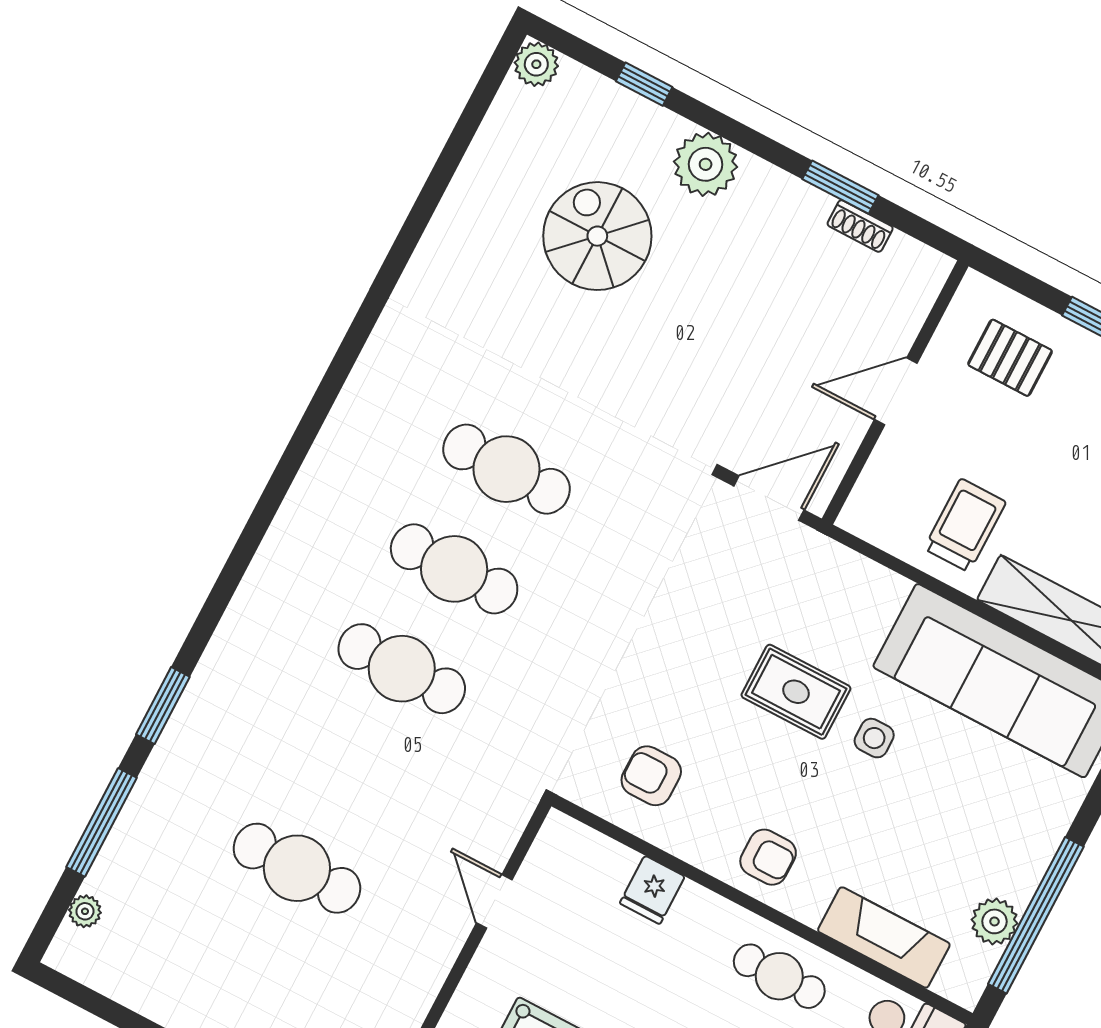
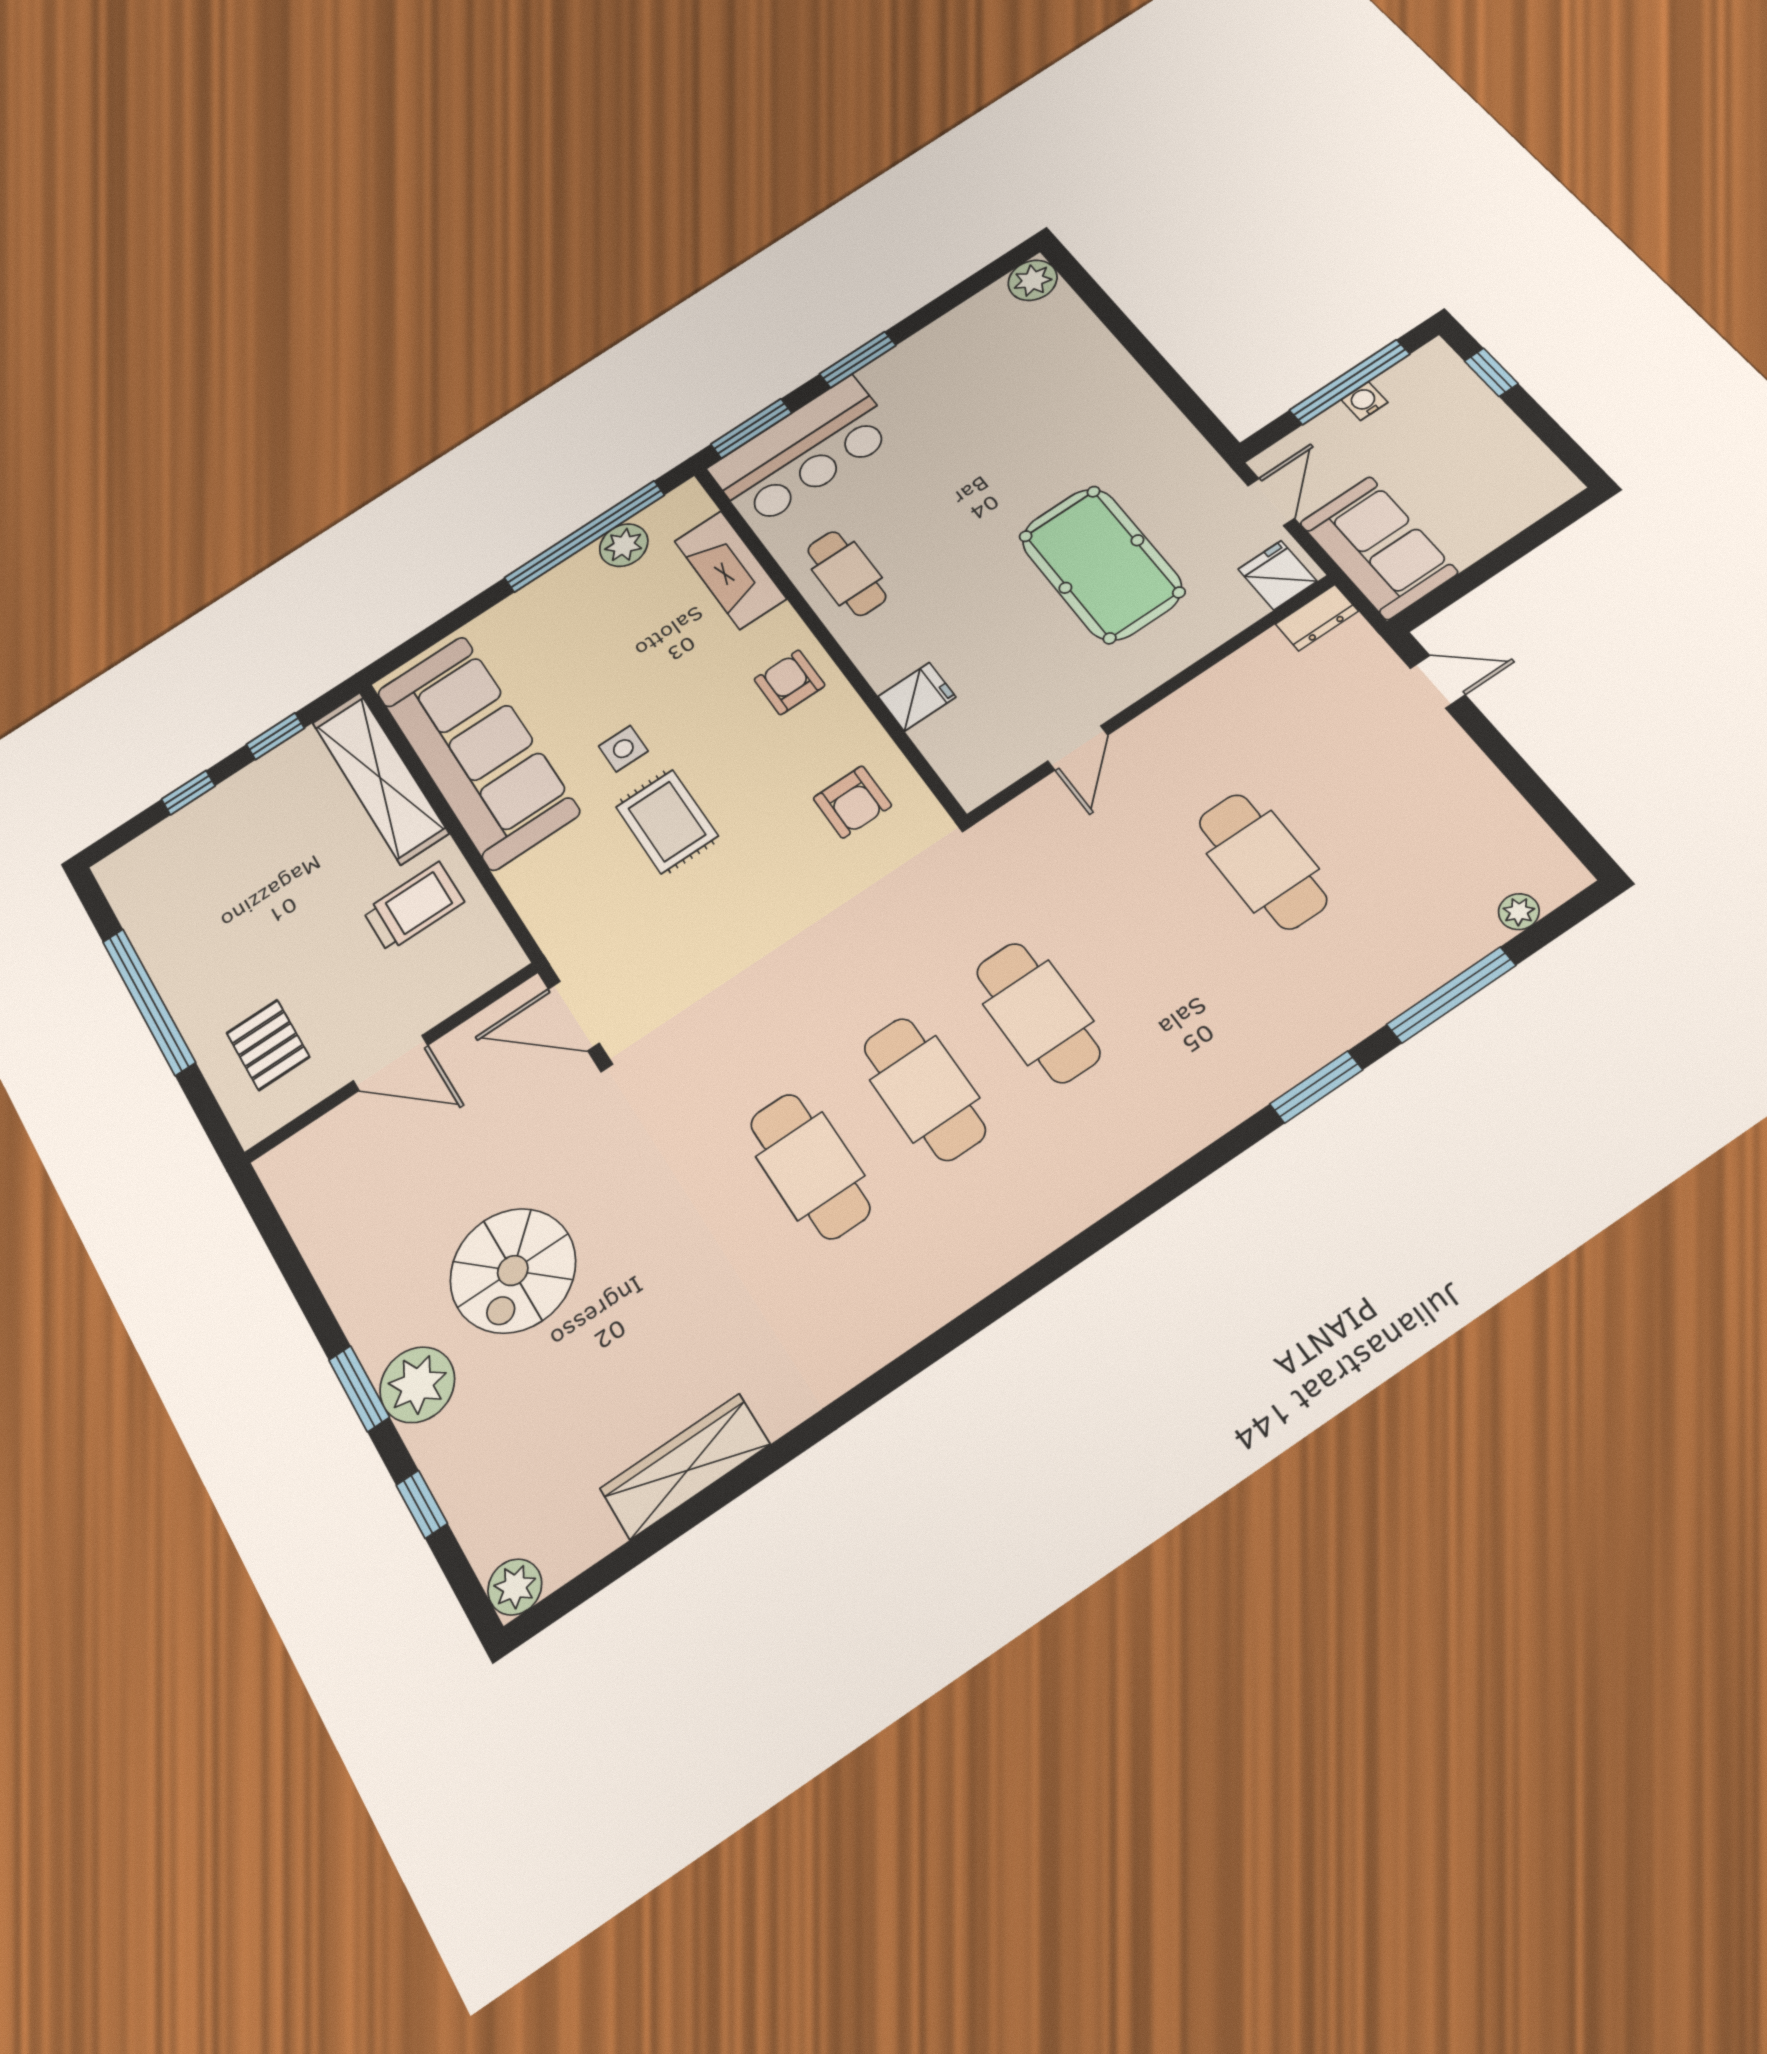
window: (840, 187) -> (359, 1389), moved
wardrobe: (465, 208) -> (685, 1466), added
shoe rack: (860, 226) -> (315, 1243), removed
spiral stairs: (597, 236) -> (513, 1271), moved
trolley: (965, 525) -> (414, 907), turned 180

